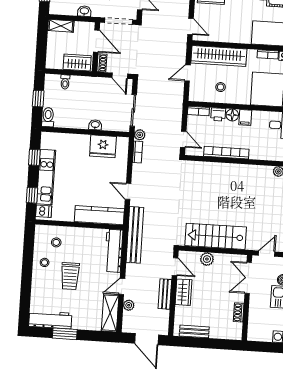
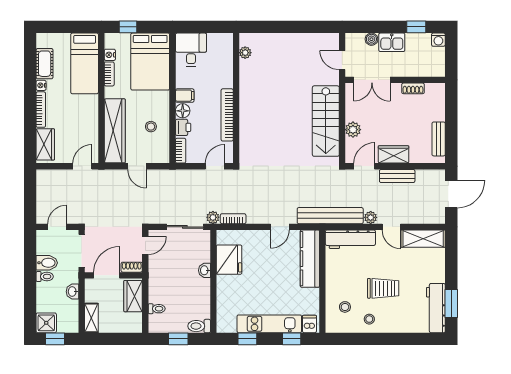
plant: (129, 305) -> (371, 217), moved
window: (65, 334) -> (451, 303), moved

